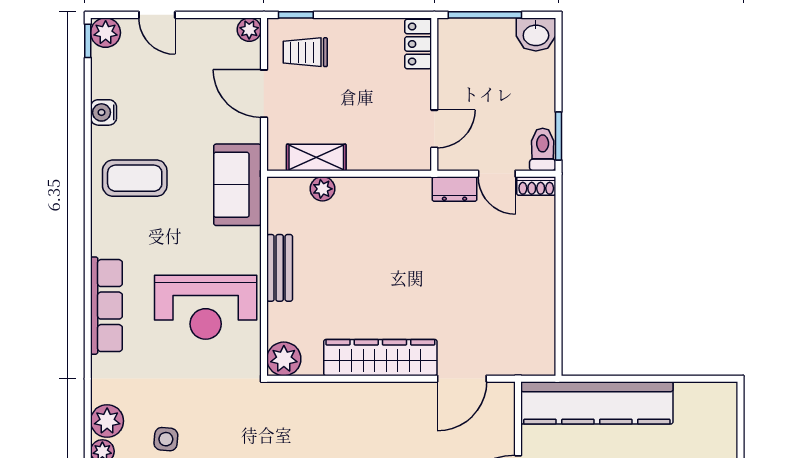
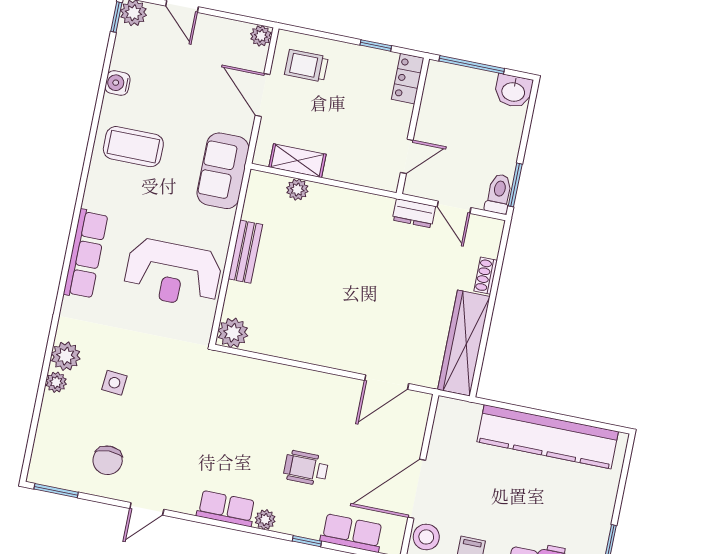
window: (296, 15) -> (376, 45), moved
shoe rack: (536, 186) -> (486, 276), moved, turned 90
wardrobe: (380, 358) -> (464, 343), moved, turned -90
kitchen counter: (597, 403) -> (548, 437), moved

